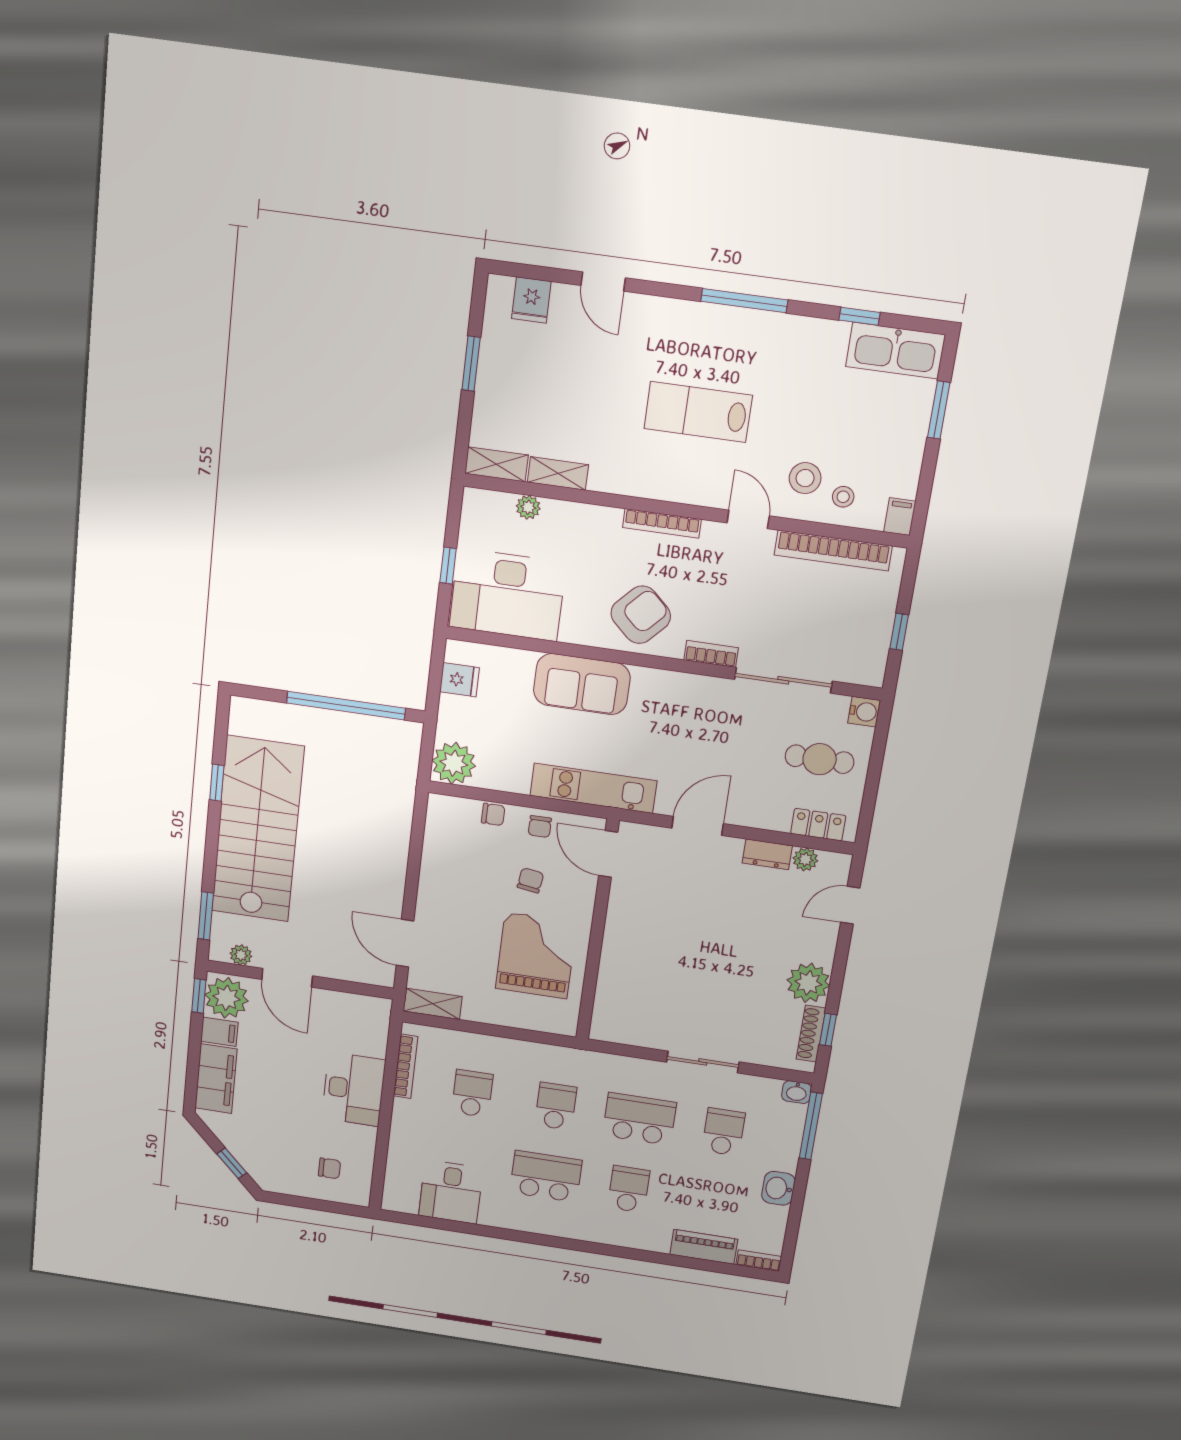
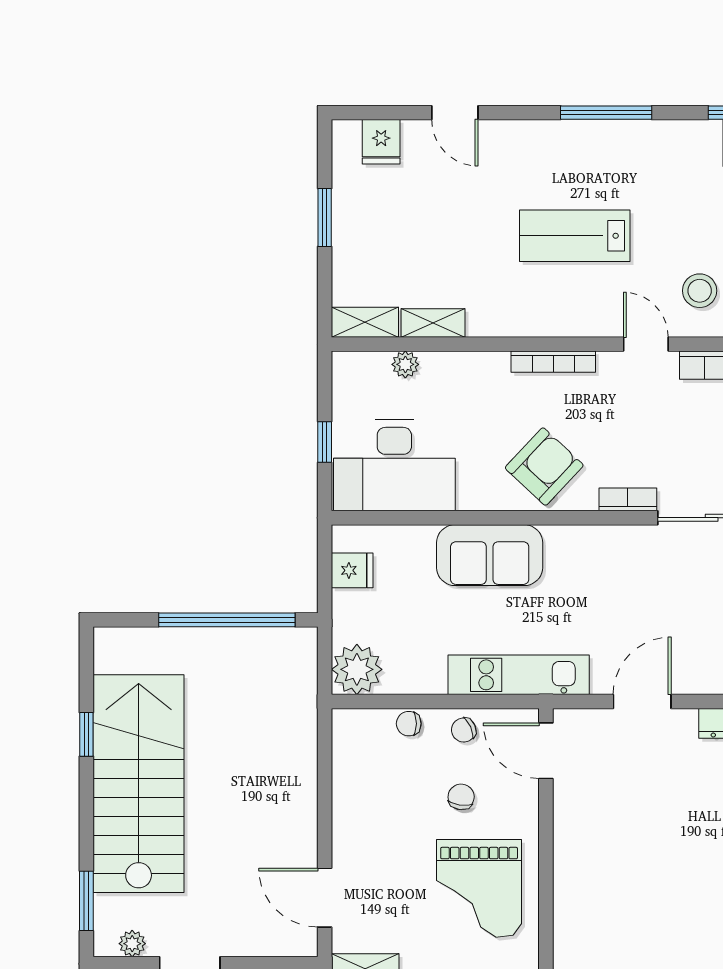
chair: (493, 814) -> (409, 724), turned 180
chair: (540, 827) -> (464, 730), turned 66
grand piano: (536, 955) -> (479, 888), turned 180

